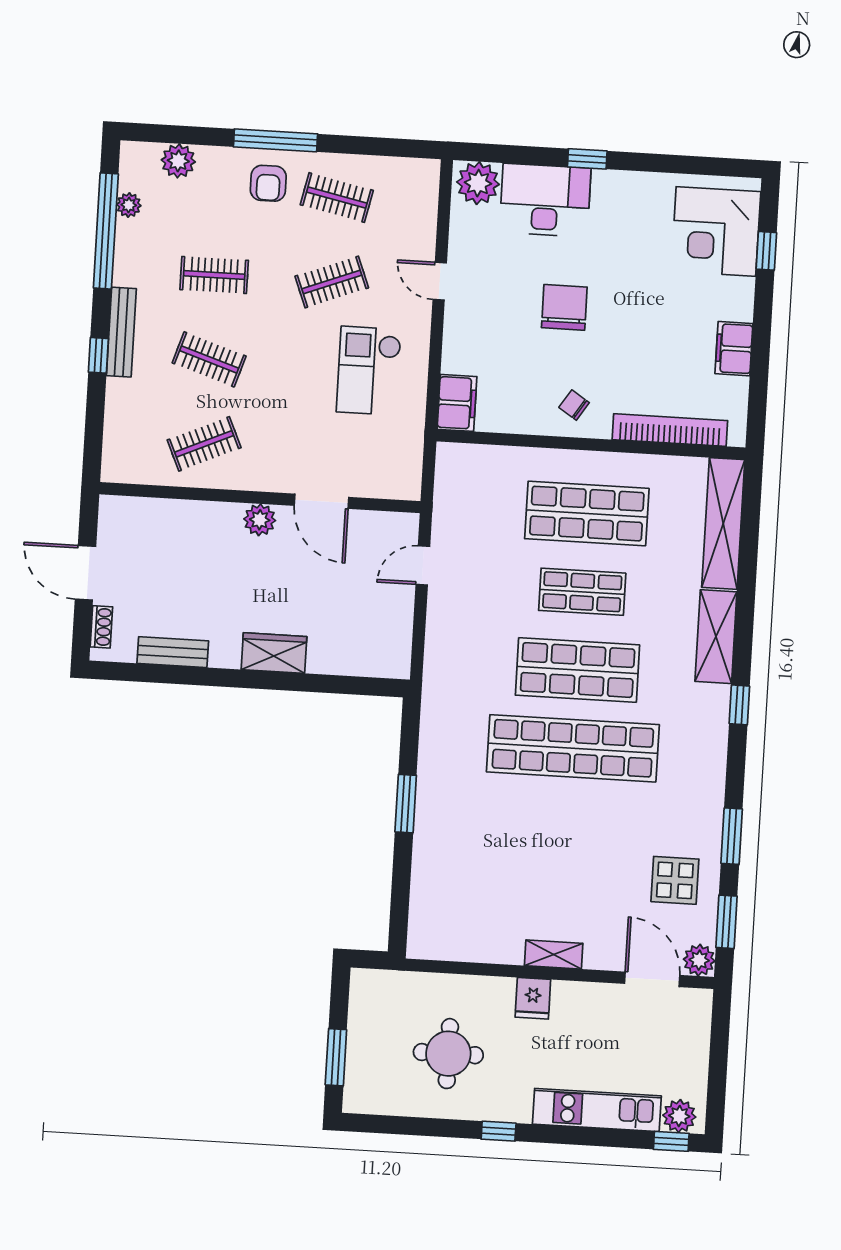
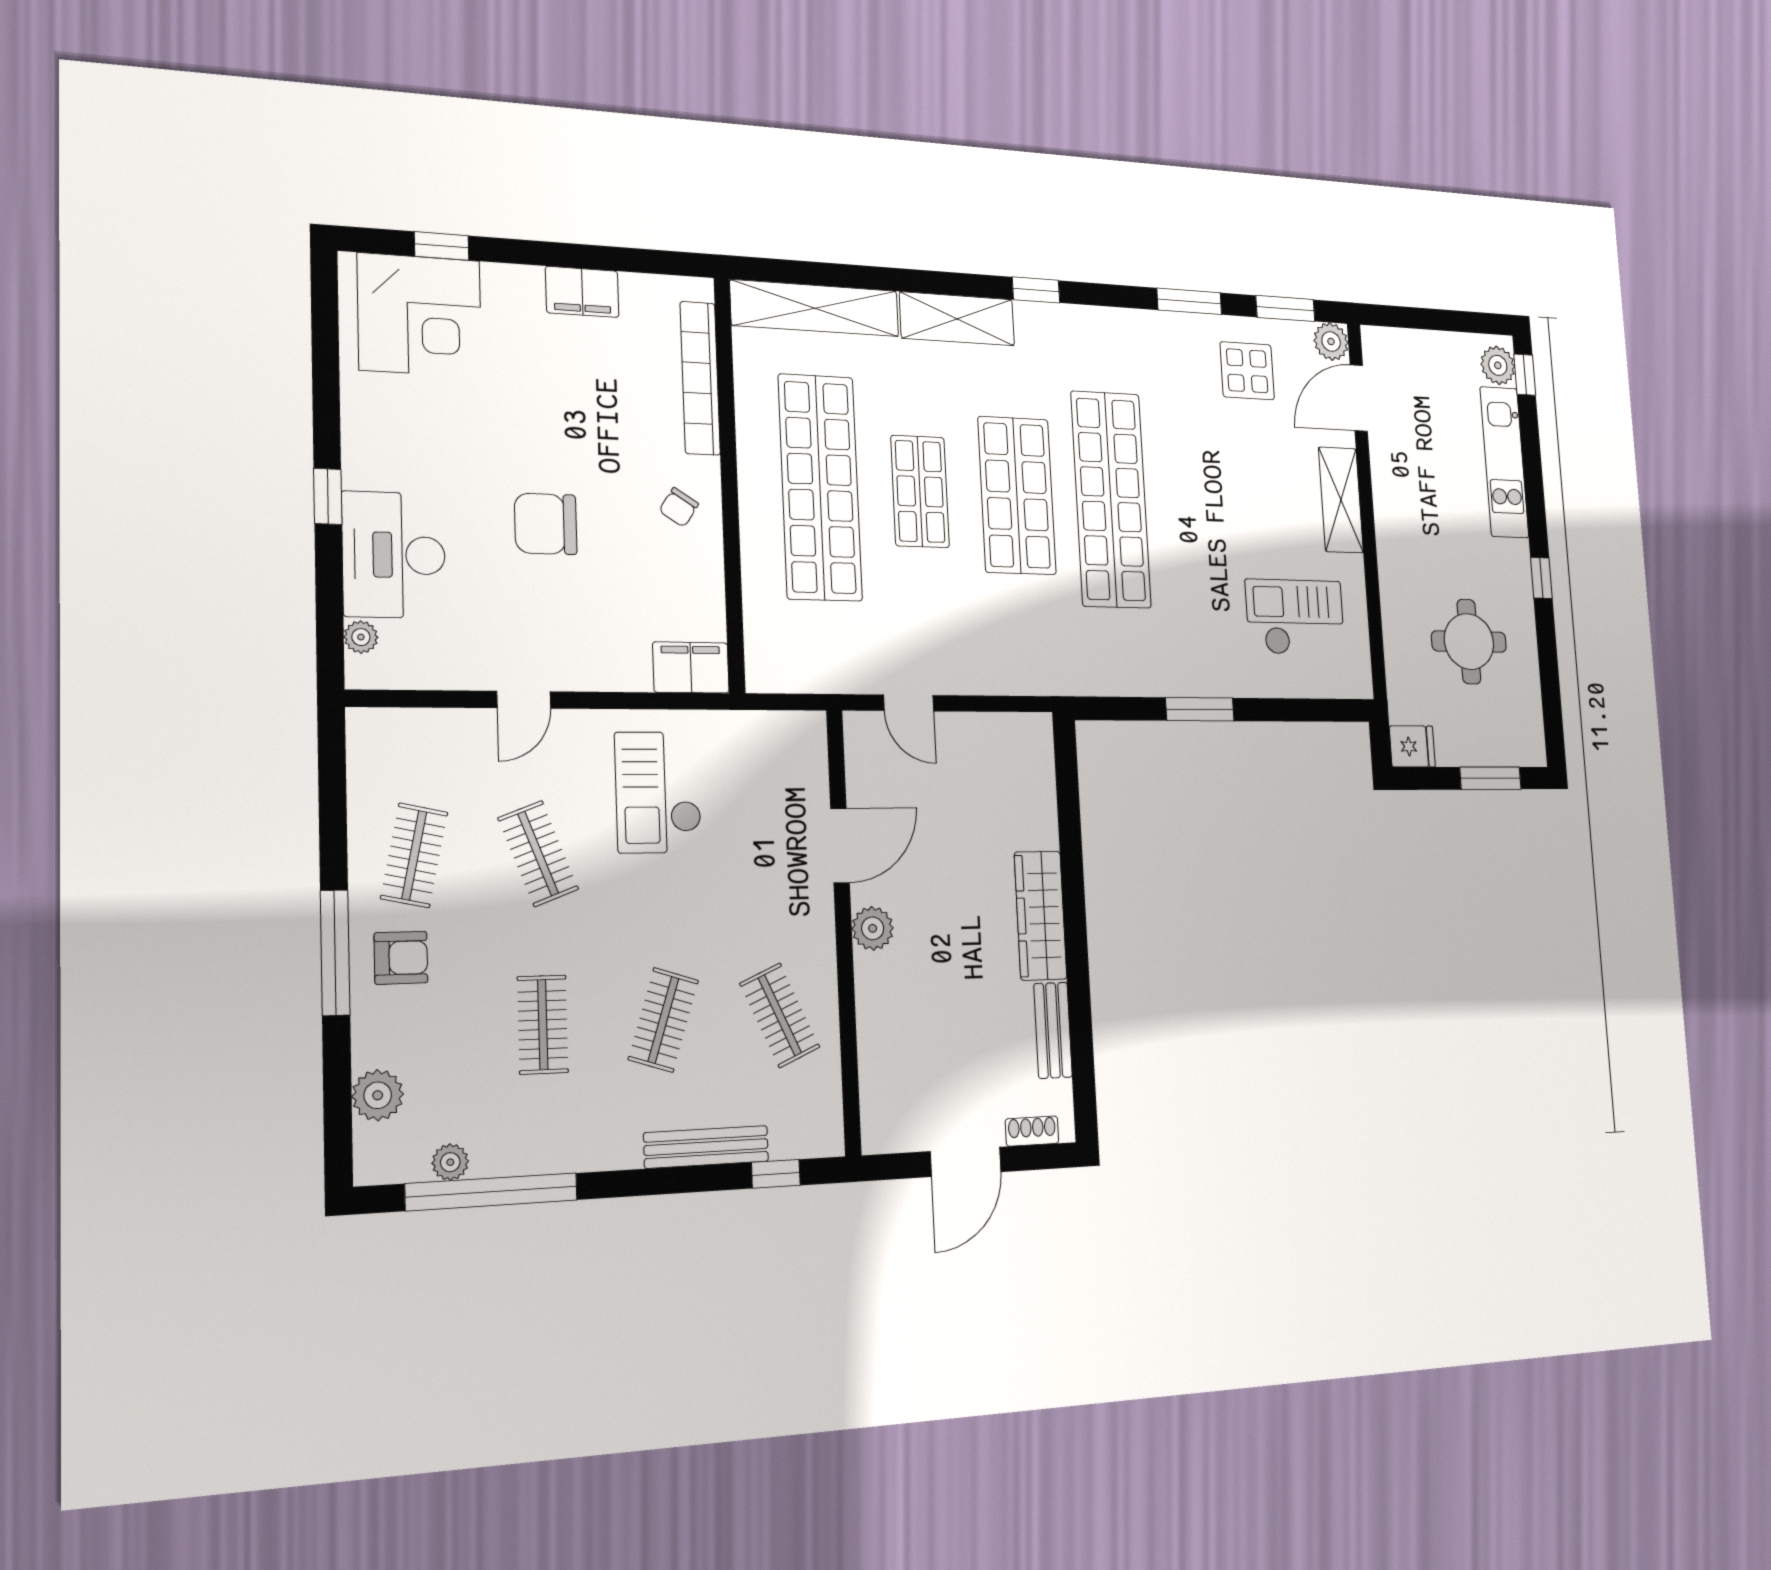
plant: (478, 183) -> (361, 637), width x0.53, depth x0.53
bench: (121, 332) -> (706, 1147), moved
window: (98, 355) -> (776, 1174), moved
checkout: (369, 371) -> (658, 792), turned 90
shop shelf: (587, 514) -> (820, 487), width x1.40
wardrobe: (274, 653) -> (1041, 916), width x1.50
checkout: (475, 897) -> (1295, 617), added
shelving: (554, 955) -> (1341, 500), width x1.50, depth x1.33
fridge: (533, 998) -> (1412, 746), moved

